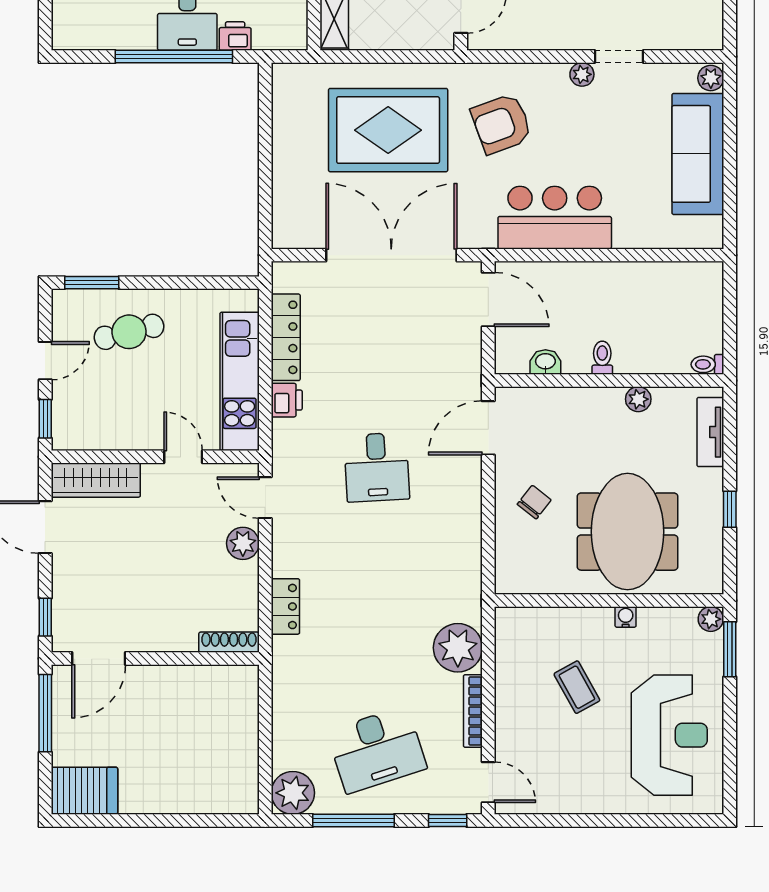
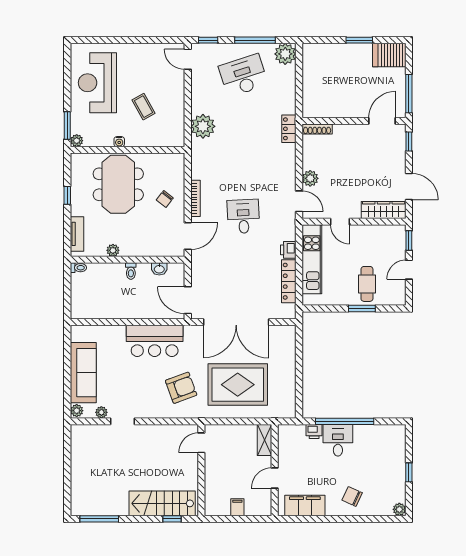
plant: (582, 74) -> (101, 412), moved
window: (92, 283) -> (362, 308), moved
cafe table: (129, 332) -> (367, 284), turned -76
locker: (285, 606) -> (289, 129), moved
bookcase: (473, 711) -> (195, 198), moved
window: (145, 820) -> (359, 40), added

